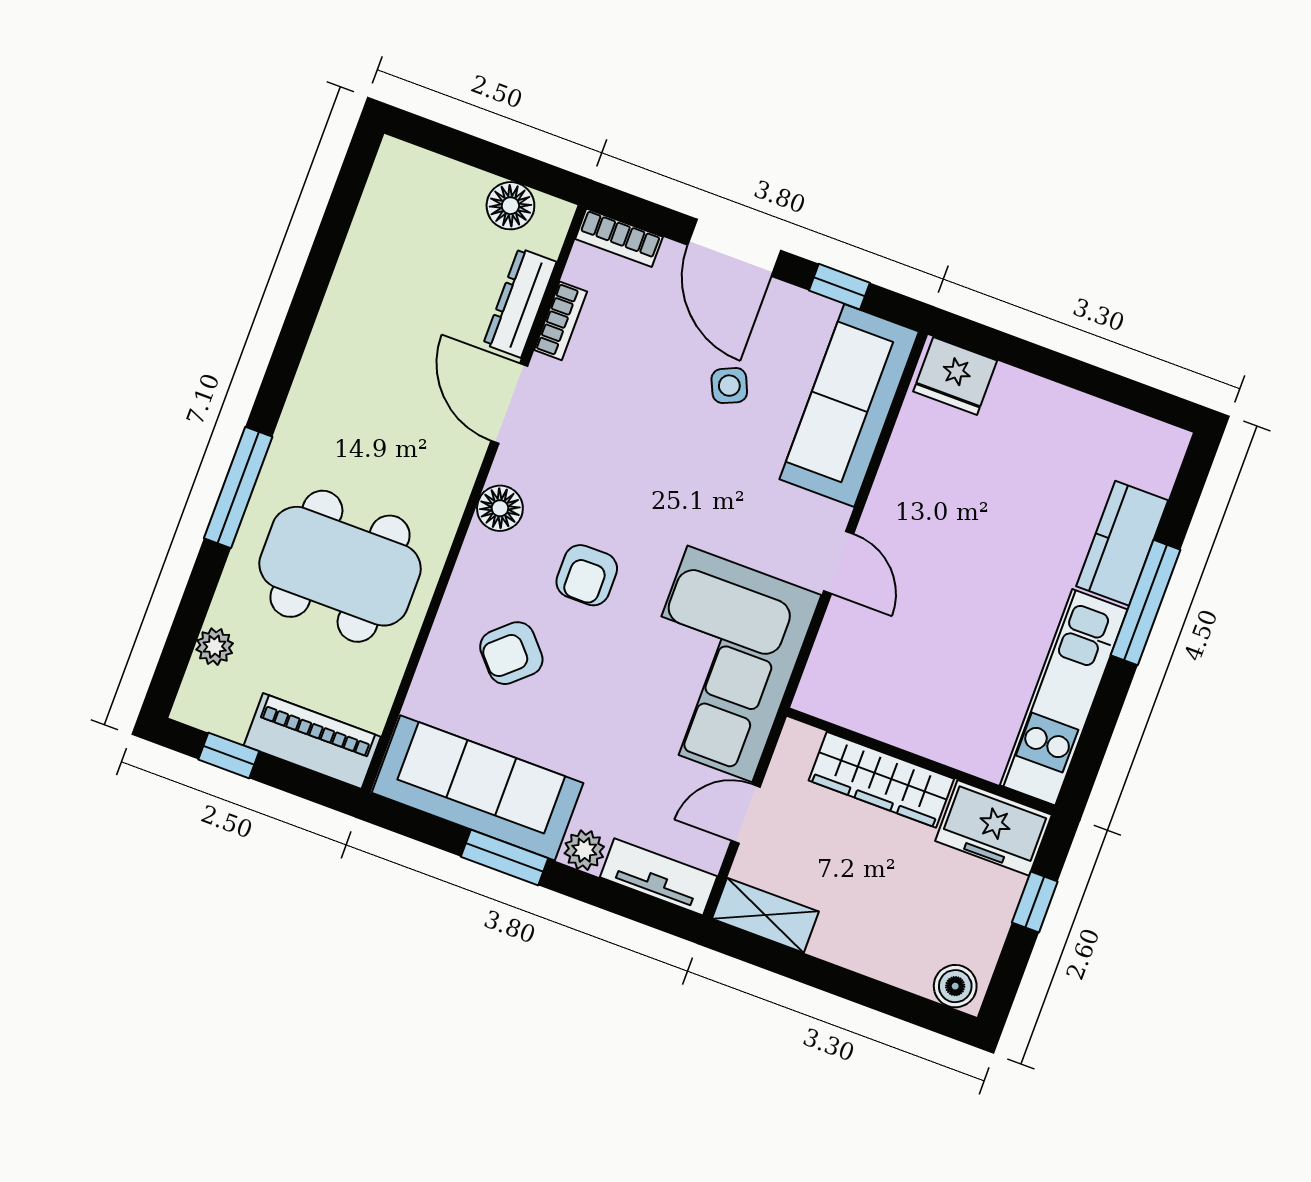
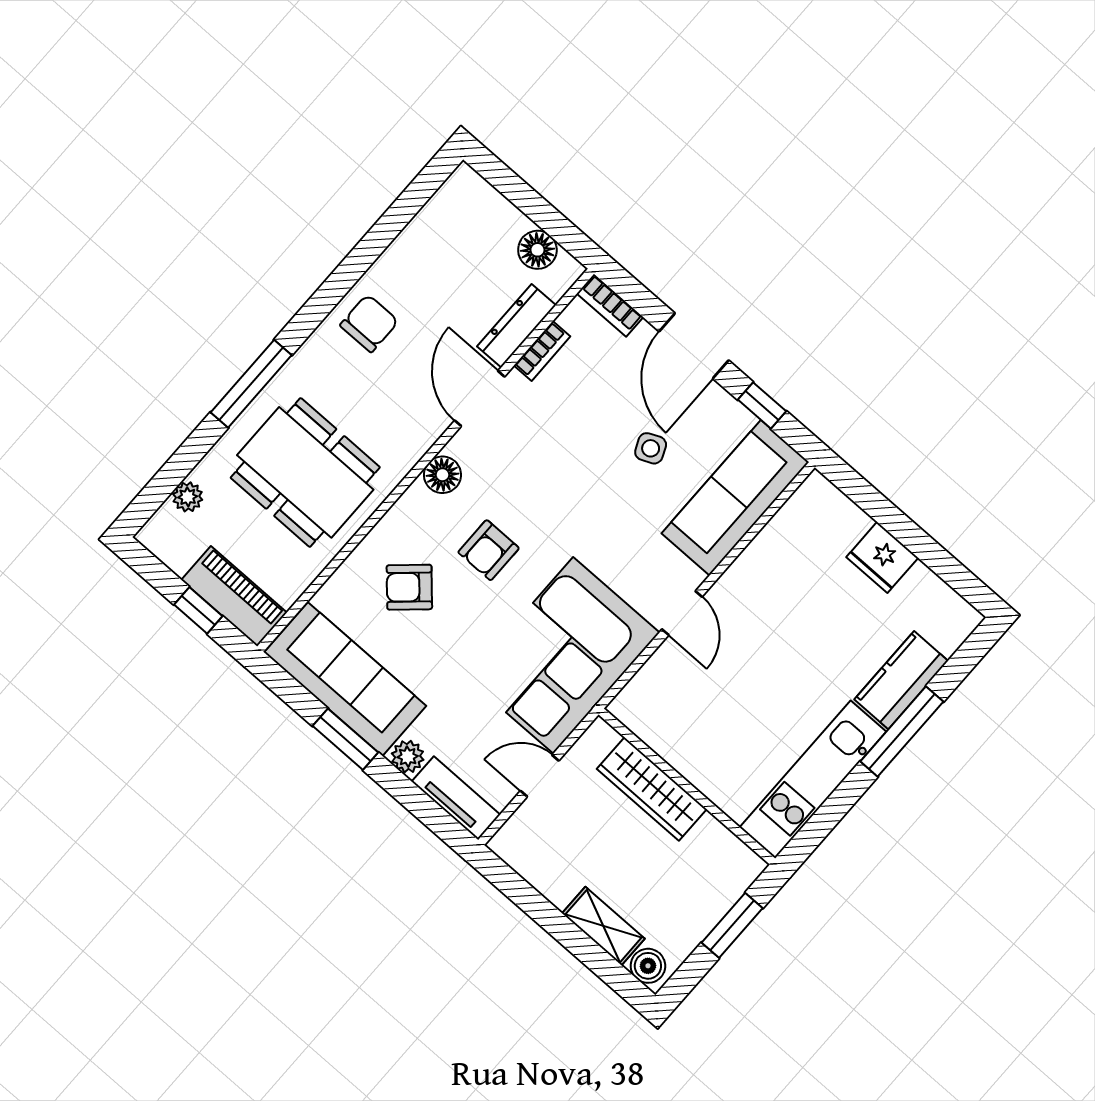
chair: (348, 365) -> (369, 323), added
fridge: (955, 376) -> (882, 557), moved
window: (229, 755) -> (198, 610), moved
freezer: (993, 828) -> (722, 858), removed
window: (1035, 902) -> (732, 925), width x1.50
shelving: (765, 915) -> (603, 926), moved

